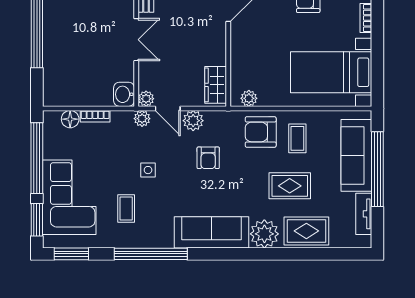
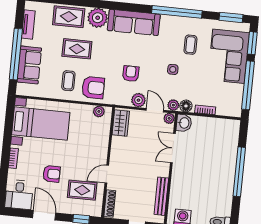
double door: (136, 40) -> (173, 148), moved
floor lamp: (70, 119) -> (186, 106), moved
sofa: (356, 155) -> (29, 65), width x0.73

